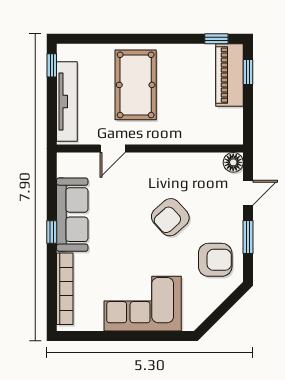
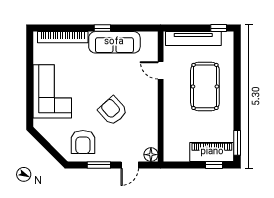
window: (216, 39) -> (237, 143), width x1.50
pool table: (136, 85) -> (205, 86), turned 90
door: (248, 193) -> (130, 165), hinge flipped

